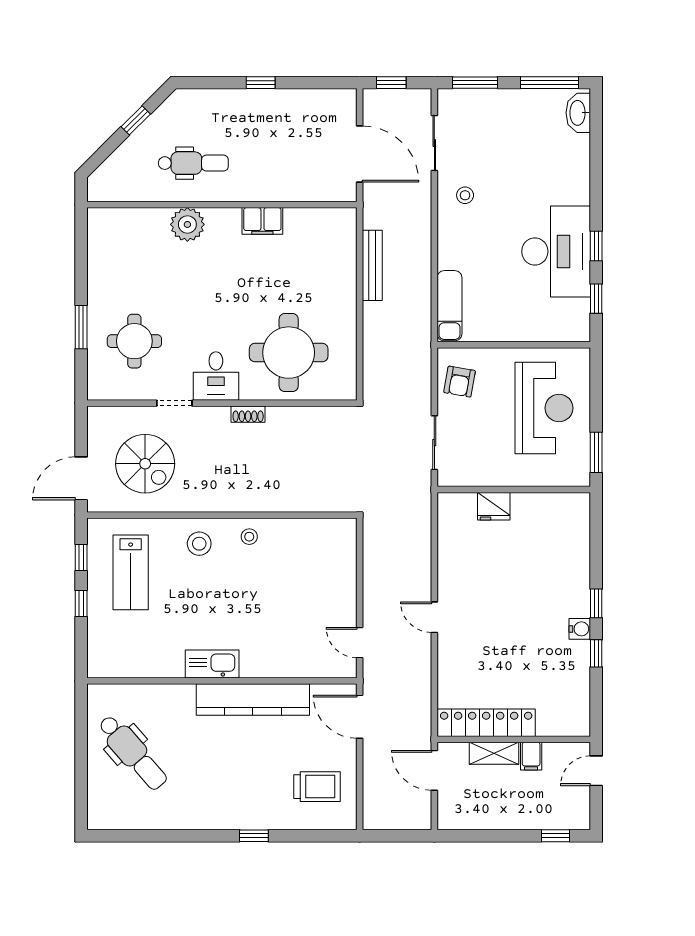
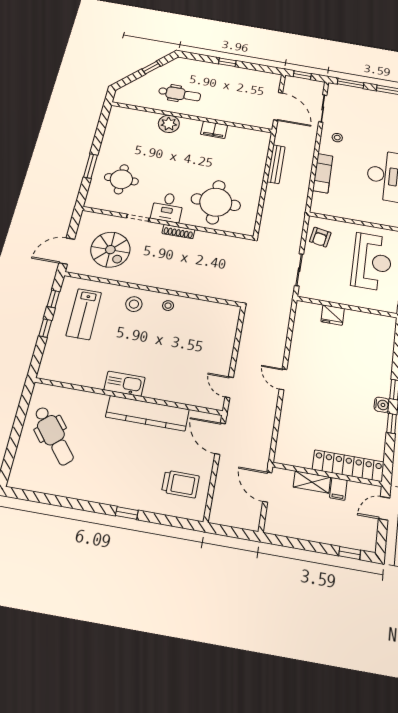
exam couch: (449, 306) -> (323, 173), moved
shoe rack: (248, 414) -> (178, 232), width x1.43
locker: (486, 723) -> (348, 466), moved

